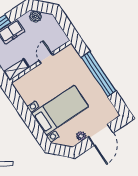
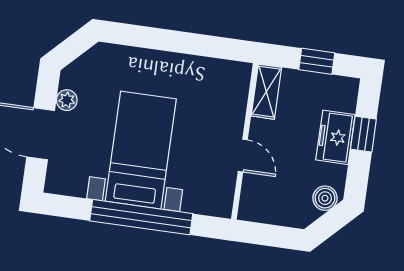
bed with nightstands: (60, 110) -> (141, 150), moved, turned 180

